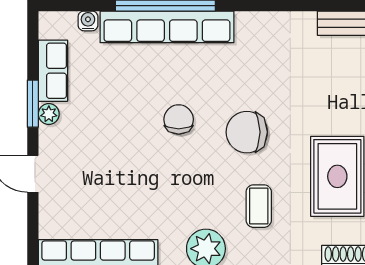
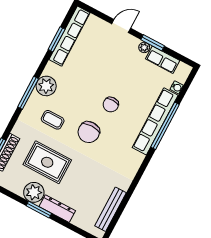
chair: (179, 119) -> (111, 105), turned 90
chair: (247, 132) -> (89, 132), turned 180

